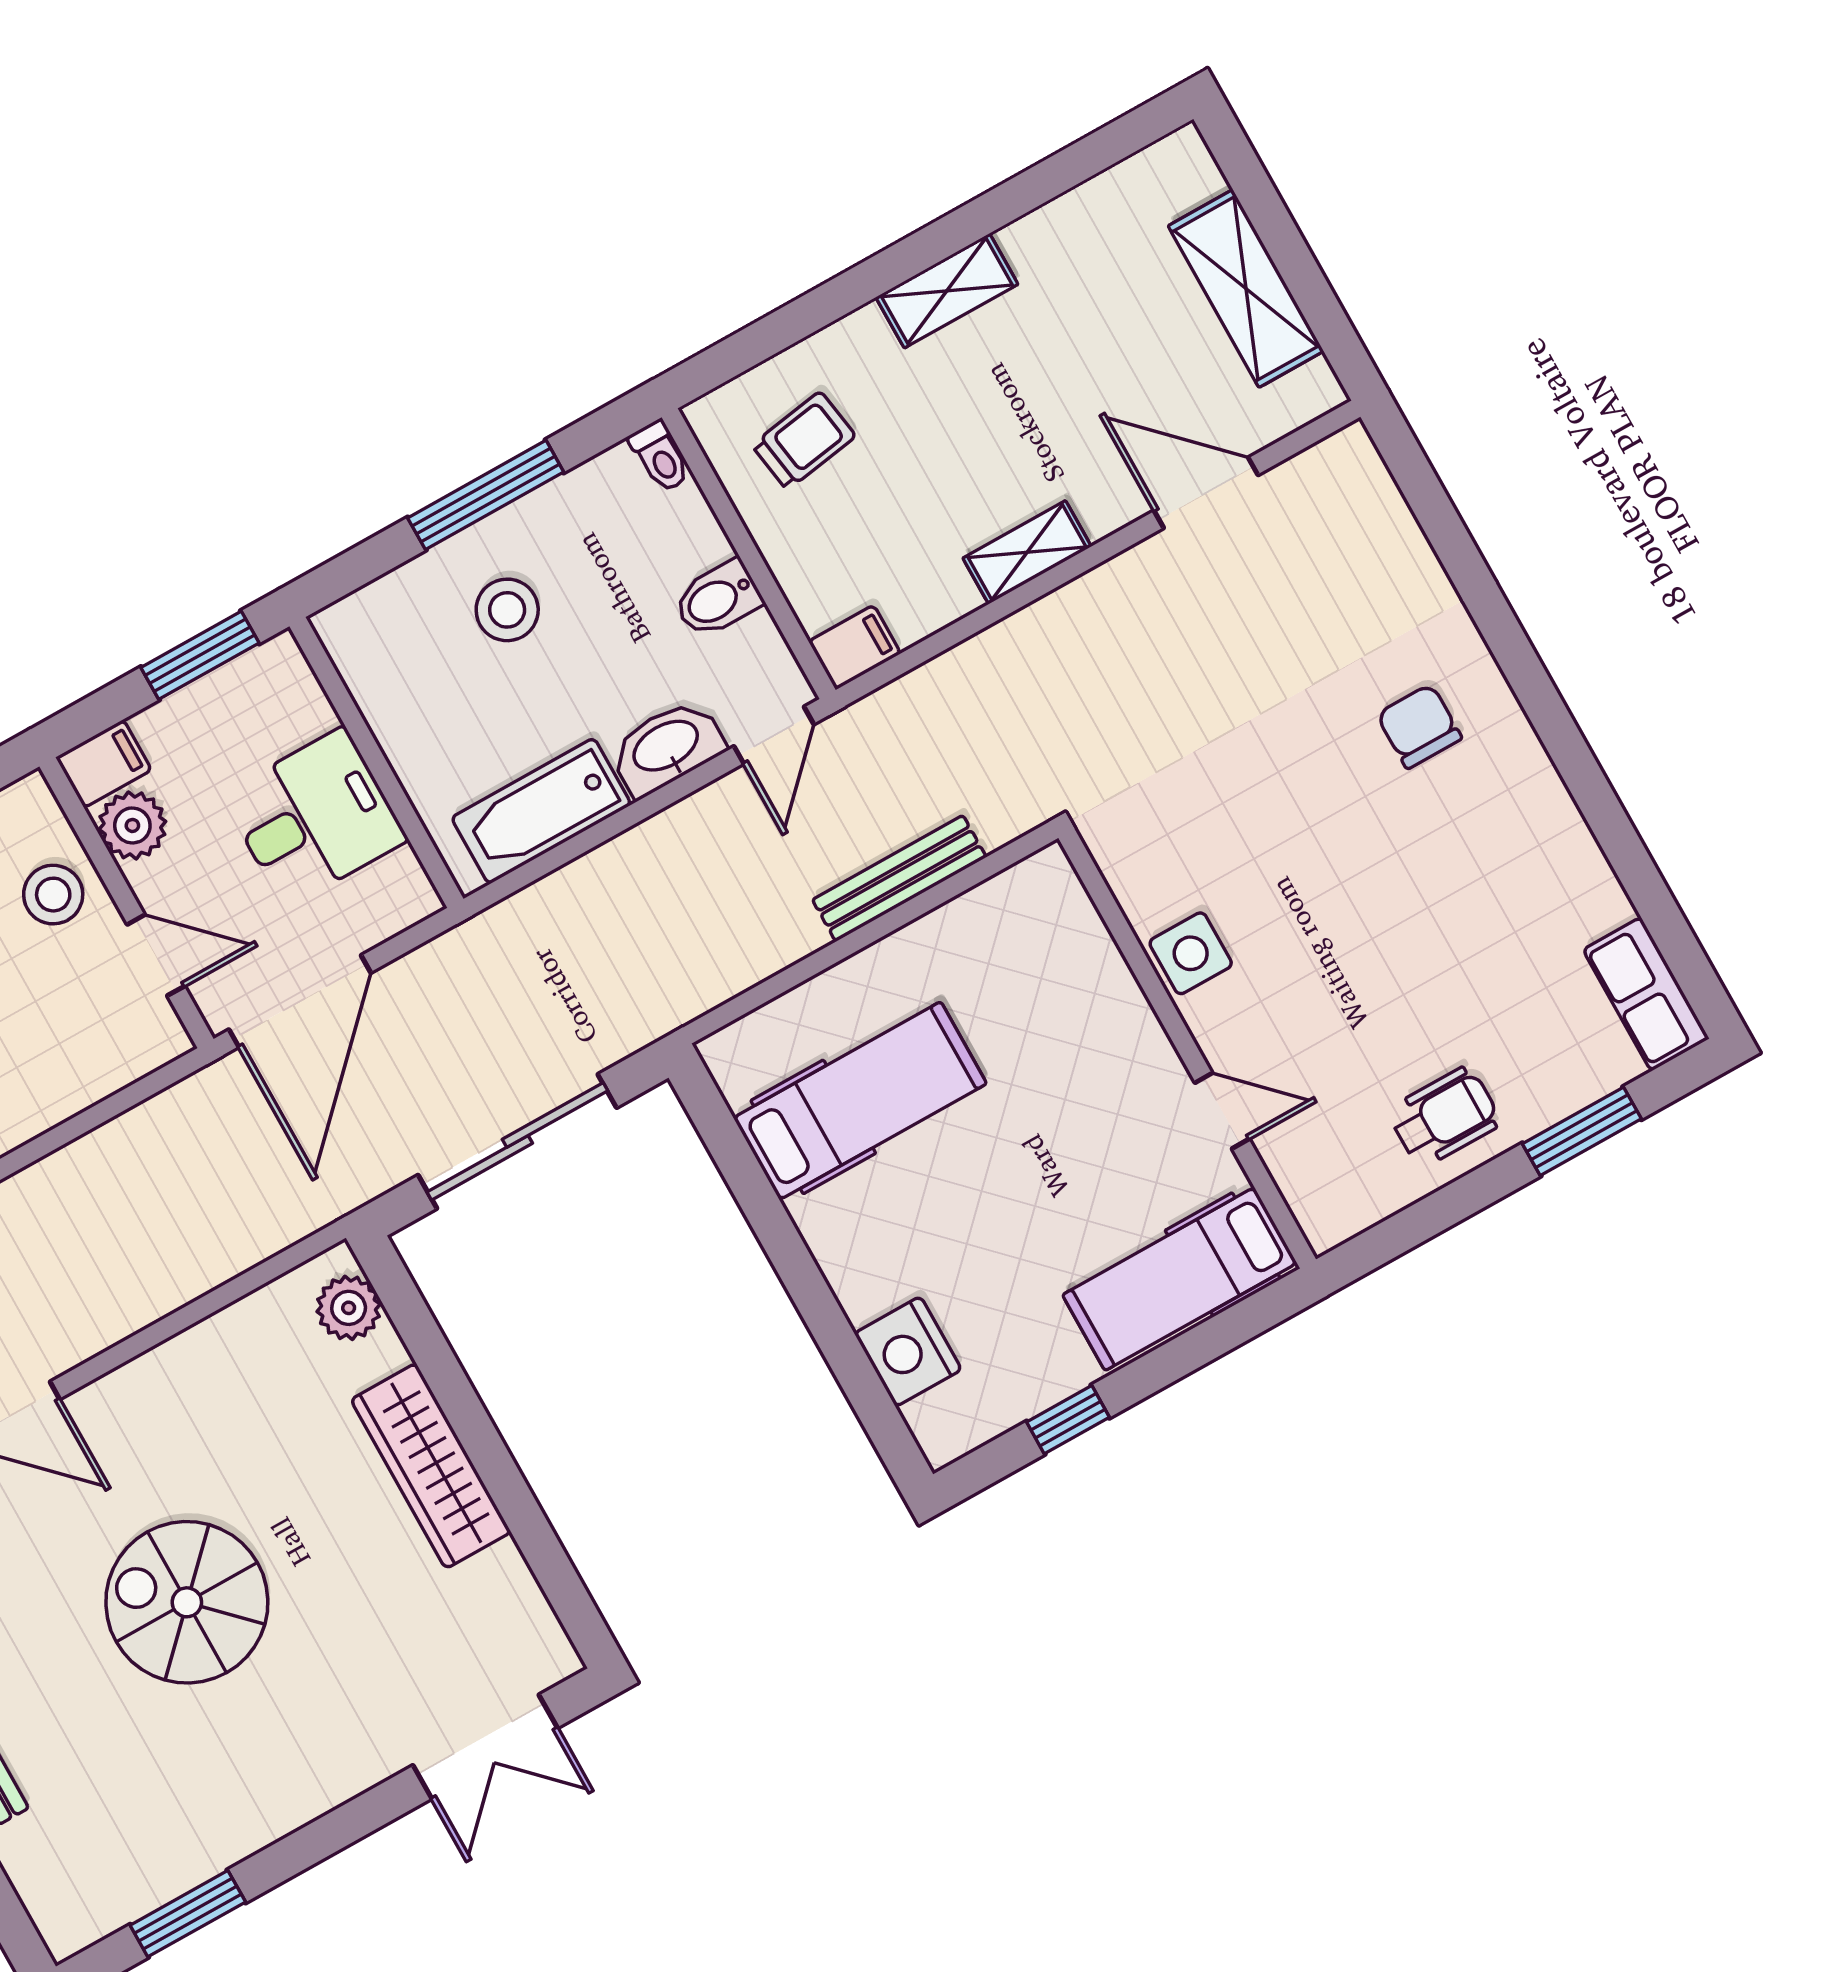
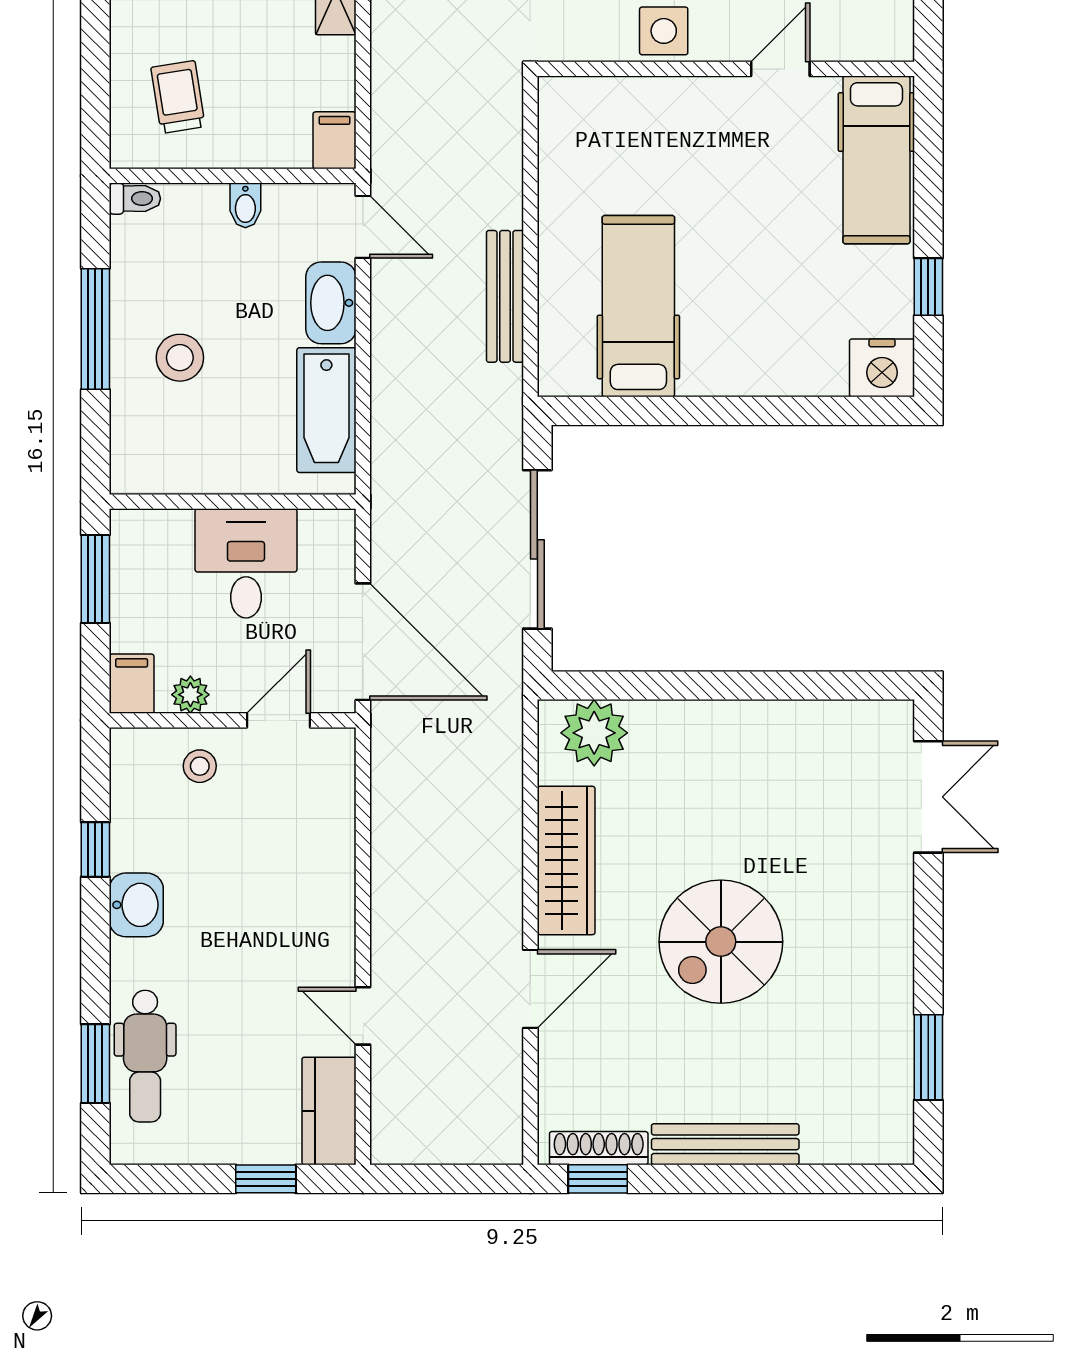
bidet: (718, 599) -> (245, 205), width x0.72, depth x0.74
plant: (132, 825) -> (190, 695), width x0.73, depth x0.73
bench: (899, 878) -> (505, 296), moved
stool: (53, 895) -> (200, 766), width x0.73, depth x0.73
plant: (349, 1308) -> (594, 733), width x1.36, depth x1.36
nightstand: (908, 1351) -> (882, 368), moved
wardrobe: (431, 1466) -> (566, 860), moved, turned -90

